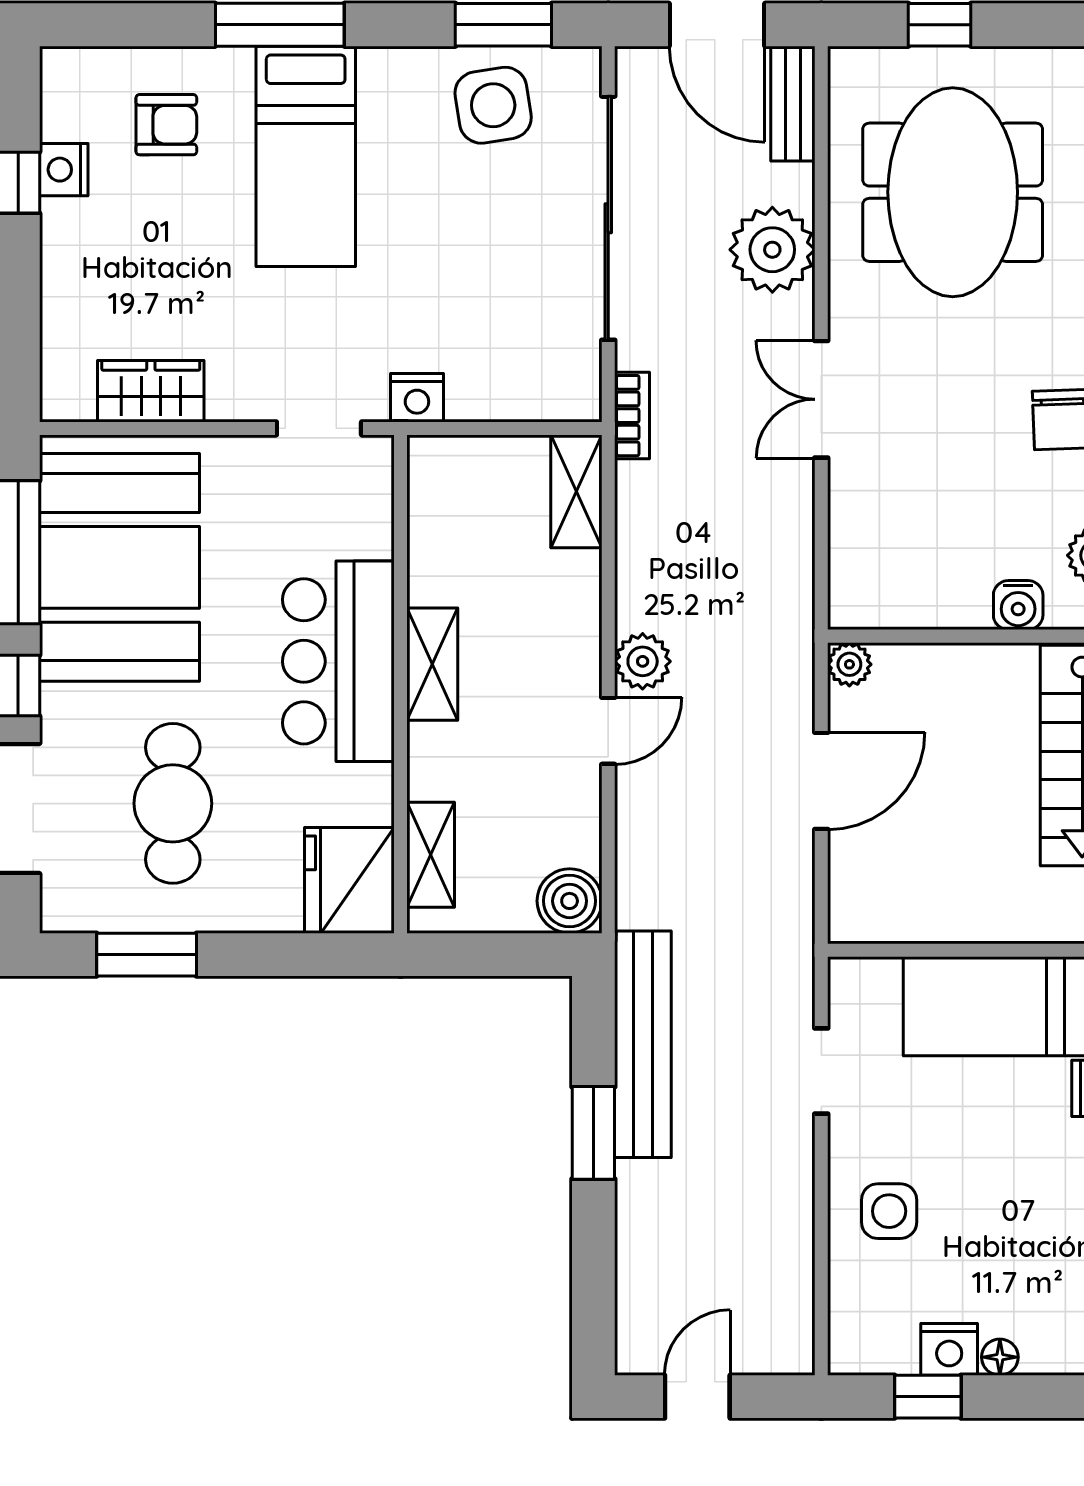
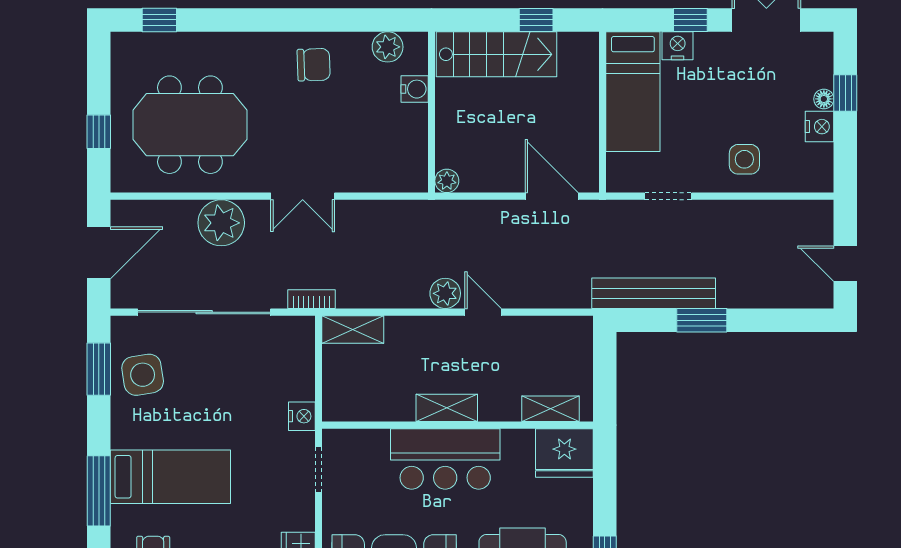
bench: (793, 104) -> (142, 212), removed
door: (821, 781) -> (552, 196), moved
boiler: (570, 901) -> (576, 333), removed
window: (928, 1397) -> (845, 93), moved

